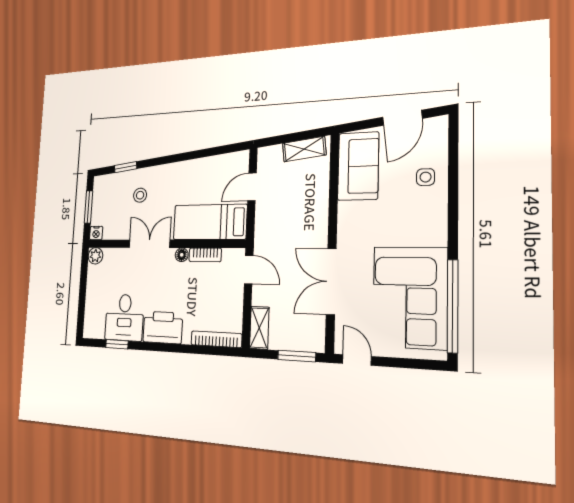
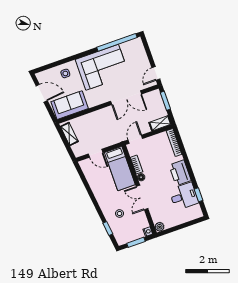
corner sofa: (410, 297) -> (102, 67), moved

